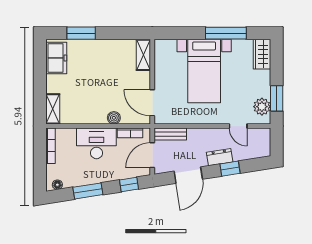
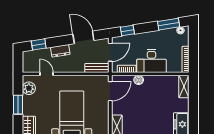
window: (277, 98) -> (18, 105), moved
door: (152, 103) -> (110, 91), hinge flipped
window: (230, 169) -> (39, 44), moved
door: (188, 175) -> (83, 37), hinge flipped
window: (88, 191) -> (169, 24), moved

